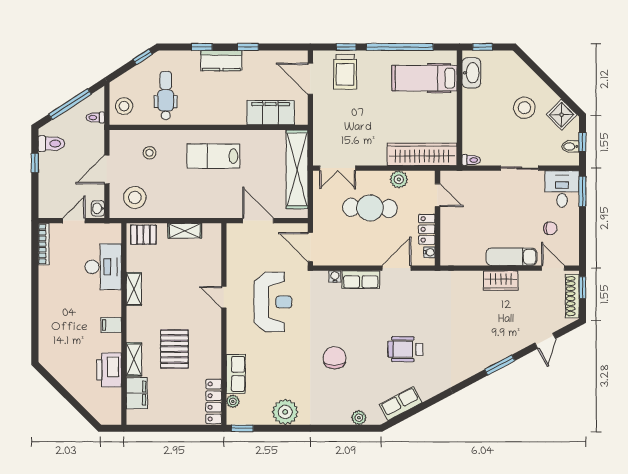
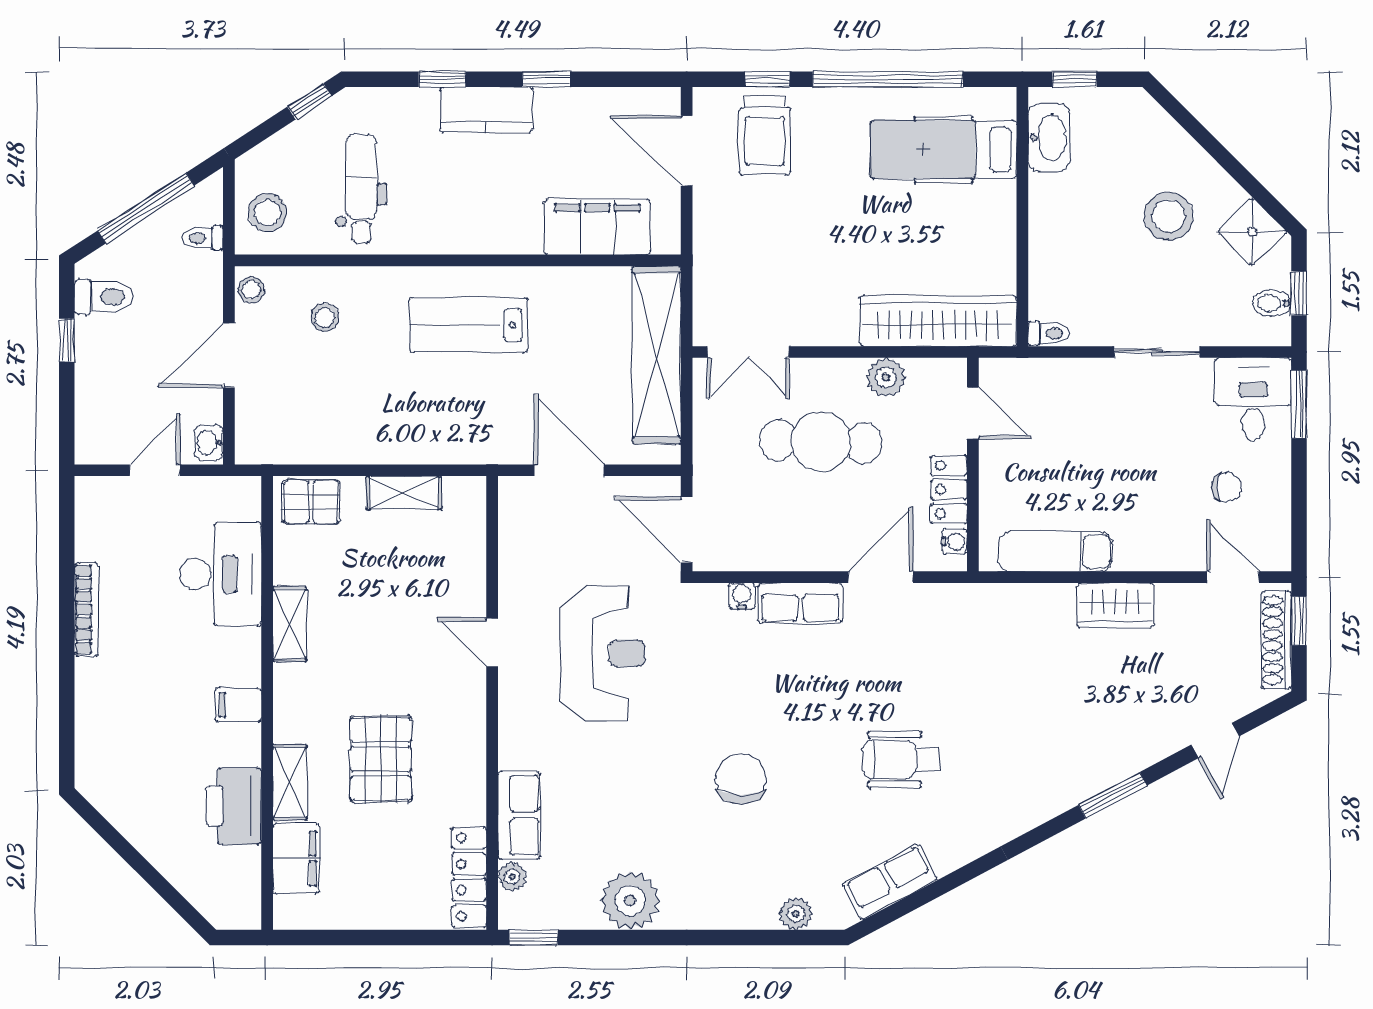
stool: (135, 197) -> (251, 290), moved, width x0.53, depth x0.53
bookcase: (44, 244) -> (86, 610), moved
exam couch: (511, 257) -> (1055, 551), moved

